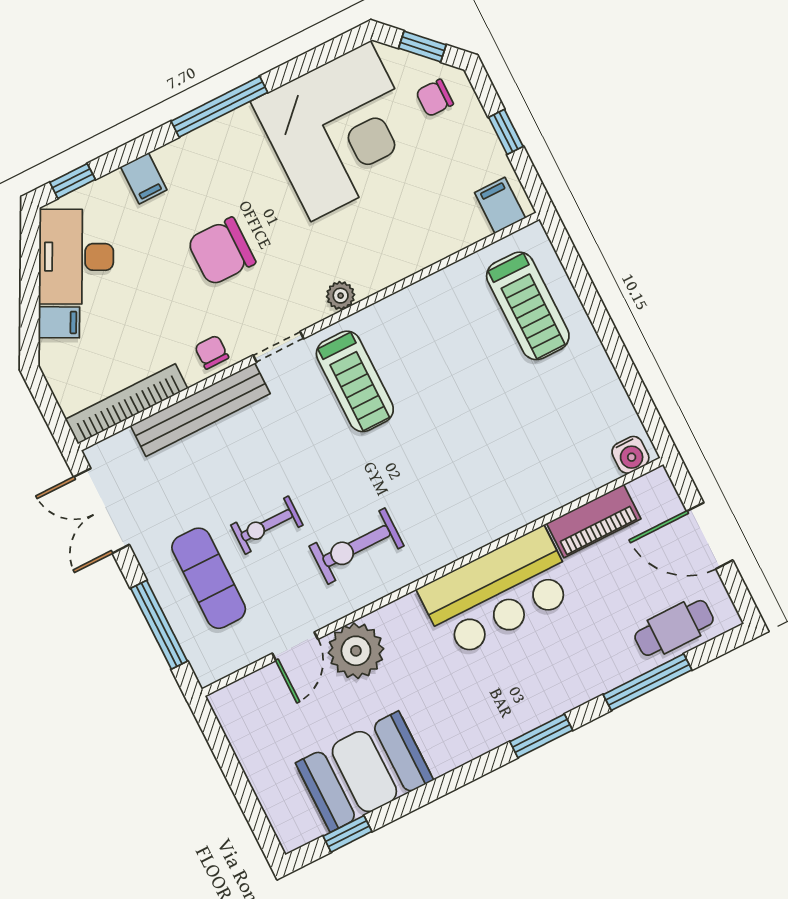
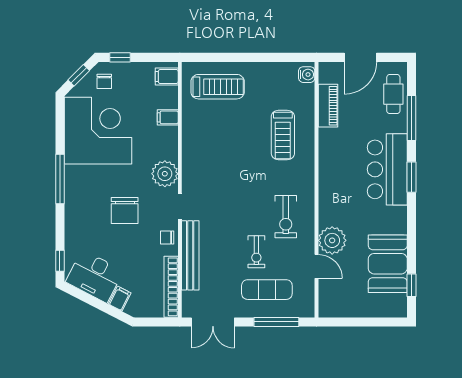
window: (506, 132) -> (120, 57), moved
filing cabinet: (144, 178) -> (168, 117), moved, turned 180
plant: (341, 296) -> (165, 174), width x1.87, depth x1.87
treadmill: (355, 381) -> (283, 135), moved, turned 90
bar counter: (498, 593) -> (387, 169), moved, turned 180

